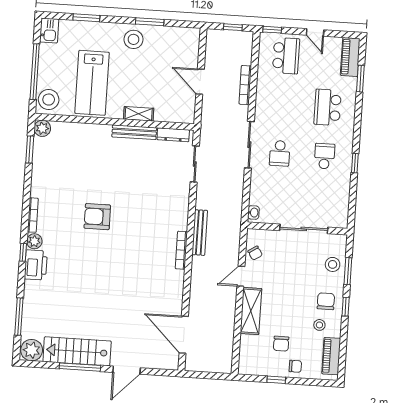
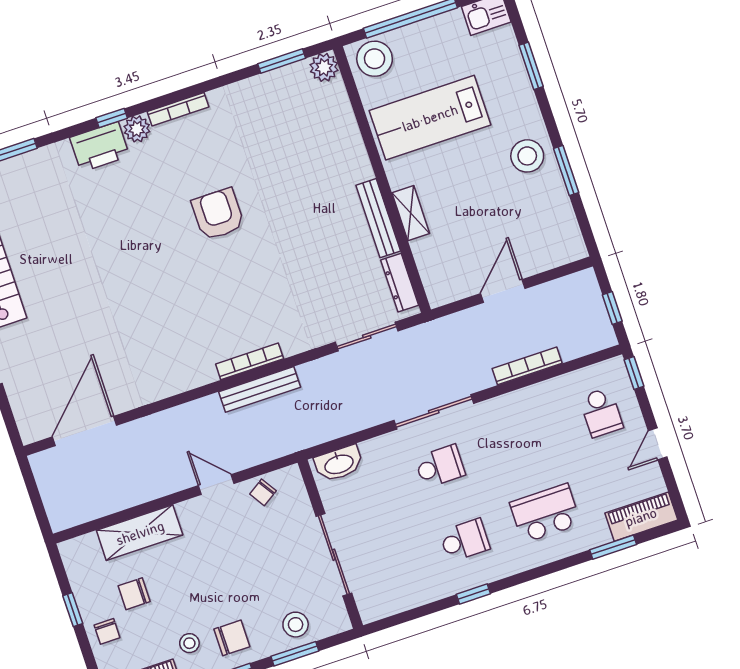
school desk: (286, 56) -> (601, 412), width x0.54
school desk: (280, 153) -> (440, 466), turned 180
washbasin: (253, 213) -> (339, 464), width x1.91, depth x1.45
bookcase: (181, 250) -> (250, 361), moved
shelving: (251, 311) -> (140, 533), moved

